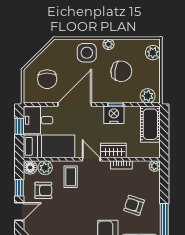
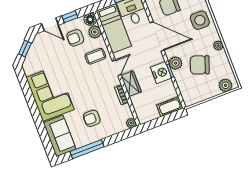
side table: (87, 53) -> (200, 20), moved
chair: (121, 71) -> (200, 65), turned 102
plant: (148, 96) -> (176, 63), moved
cot: (150, 124) -> (170, 107), width x0.73, depth x0.75
armchair: (43, 190) -> (75, 38), turned 90
armchair: (134, 205) -> (92, 118), turned -108

